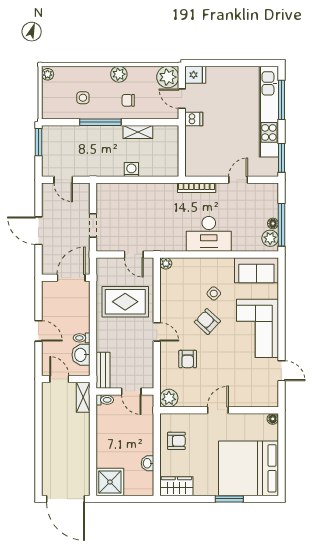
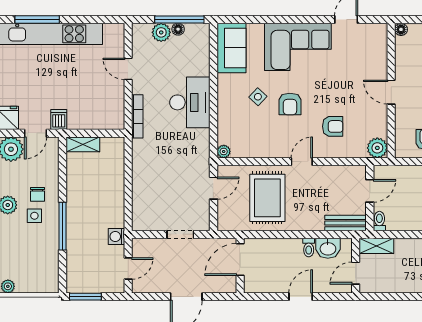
side table: (83, 98) -> (34, 216), moved
shelving: (138, 132) -> (83, 144), moved, turned 90
window: (281, 158) -> (103, 20), removed
washing machine: (131, 170) -> (117, 236), moved
plant: (270, 238) -> (161, 32), moved
door: (71, 278) -> (240, 260), hinge flipped
armchair: (207, 322) -> (290, 104), turned -43

